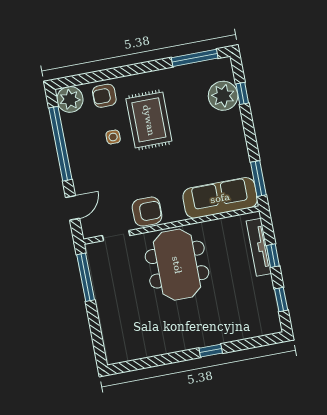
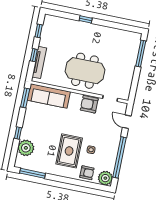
window: (242, 93) -> (18, 133), moved
door: (73, 208) -> (127, 122), hinge flipped
meeting table: (177, 265) -> (85, 71), turned 90
window: (86, 277) -> (141, 54), moved

